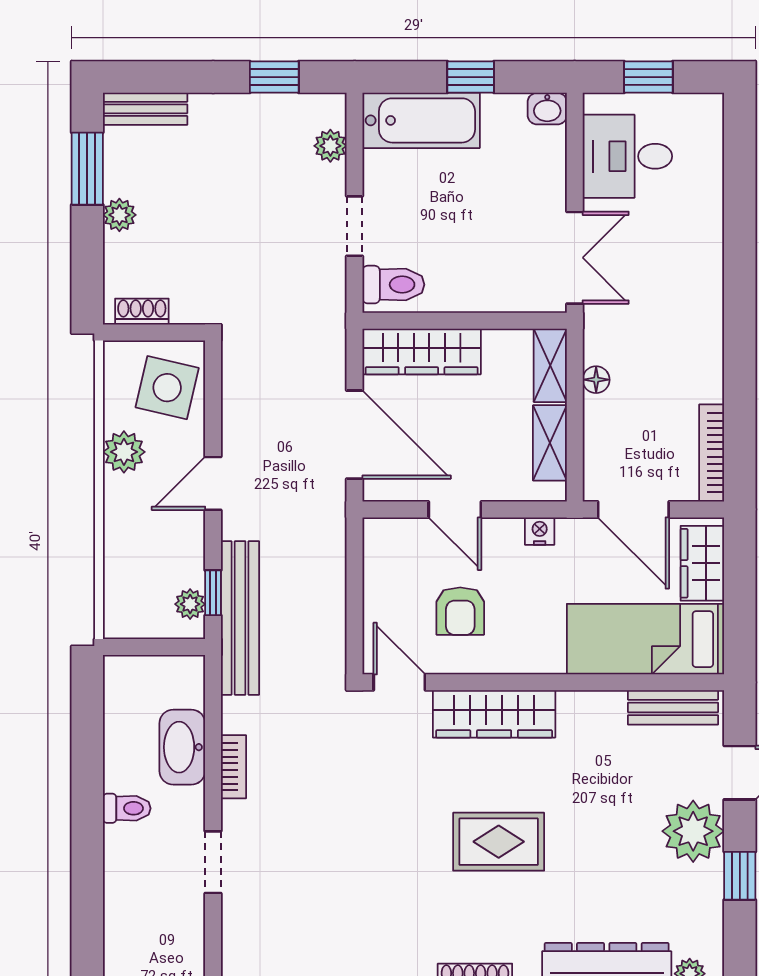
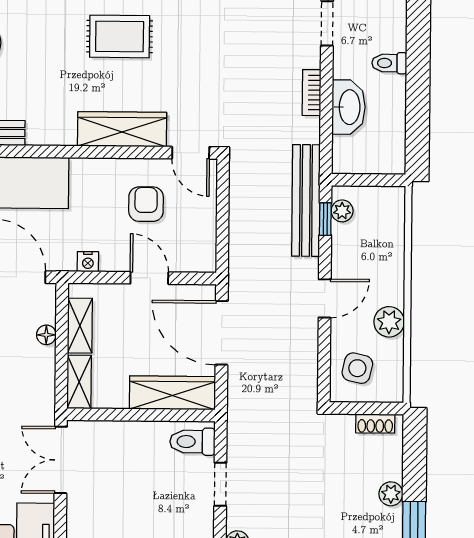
floor lamp: (596, 380) -> (46, 335), moved
side table: (167, 388) -> (357, 368), width x0.73, depth x0.73

